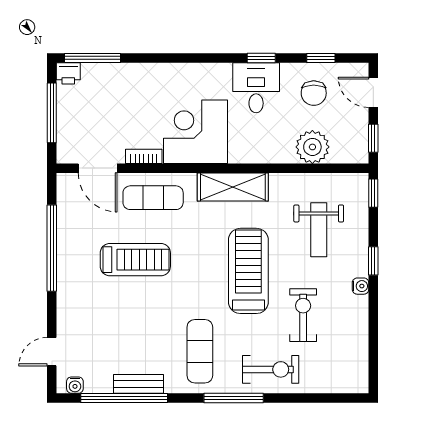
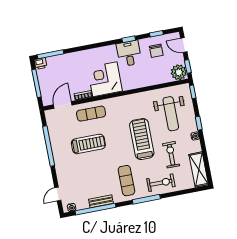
plant: (312, 147) -> (179, 72), moved
door: (98, 168) -> (63, 105), swing flipped
shelving: (233, 187) -> (199, 169), moved, turned 90
weight bench: (319, 230) -> (171, 114), width x1.36, depth x1.33

